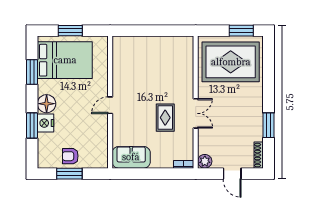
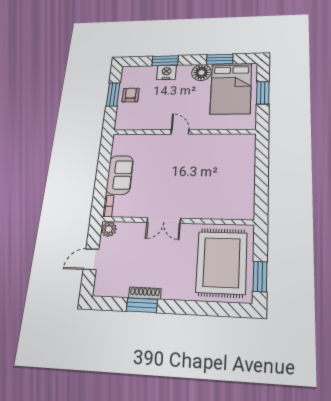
floor lamp: (47, 104) -> (201, 72), moved
rug: (165, 118) -> (162, 187), removed
shoe rack: (259, 155) -> (145, 293), moved
sofa: (131, 157) -> (120, 175), moved

